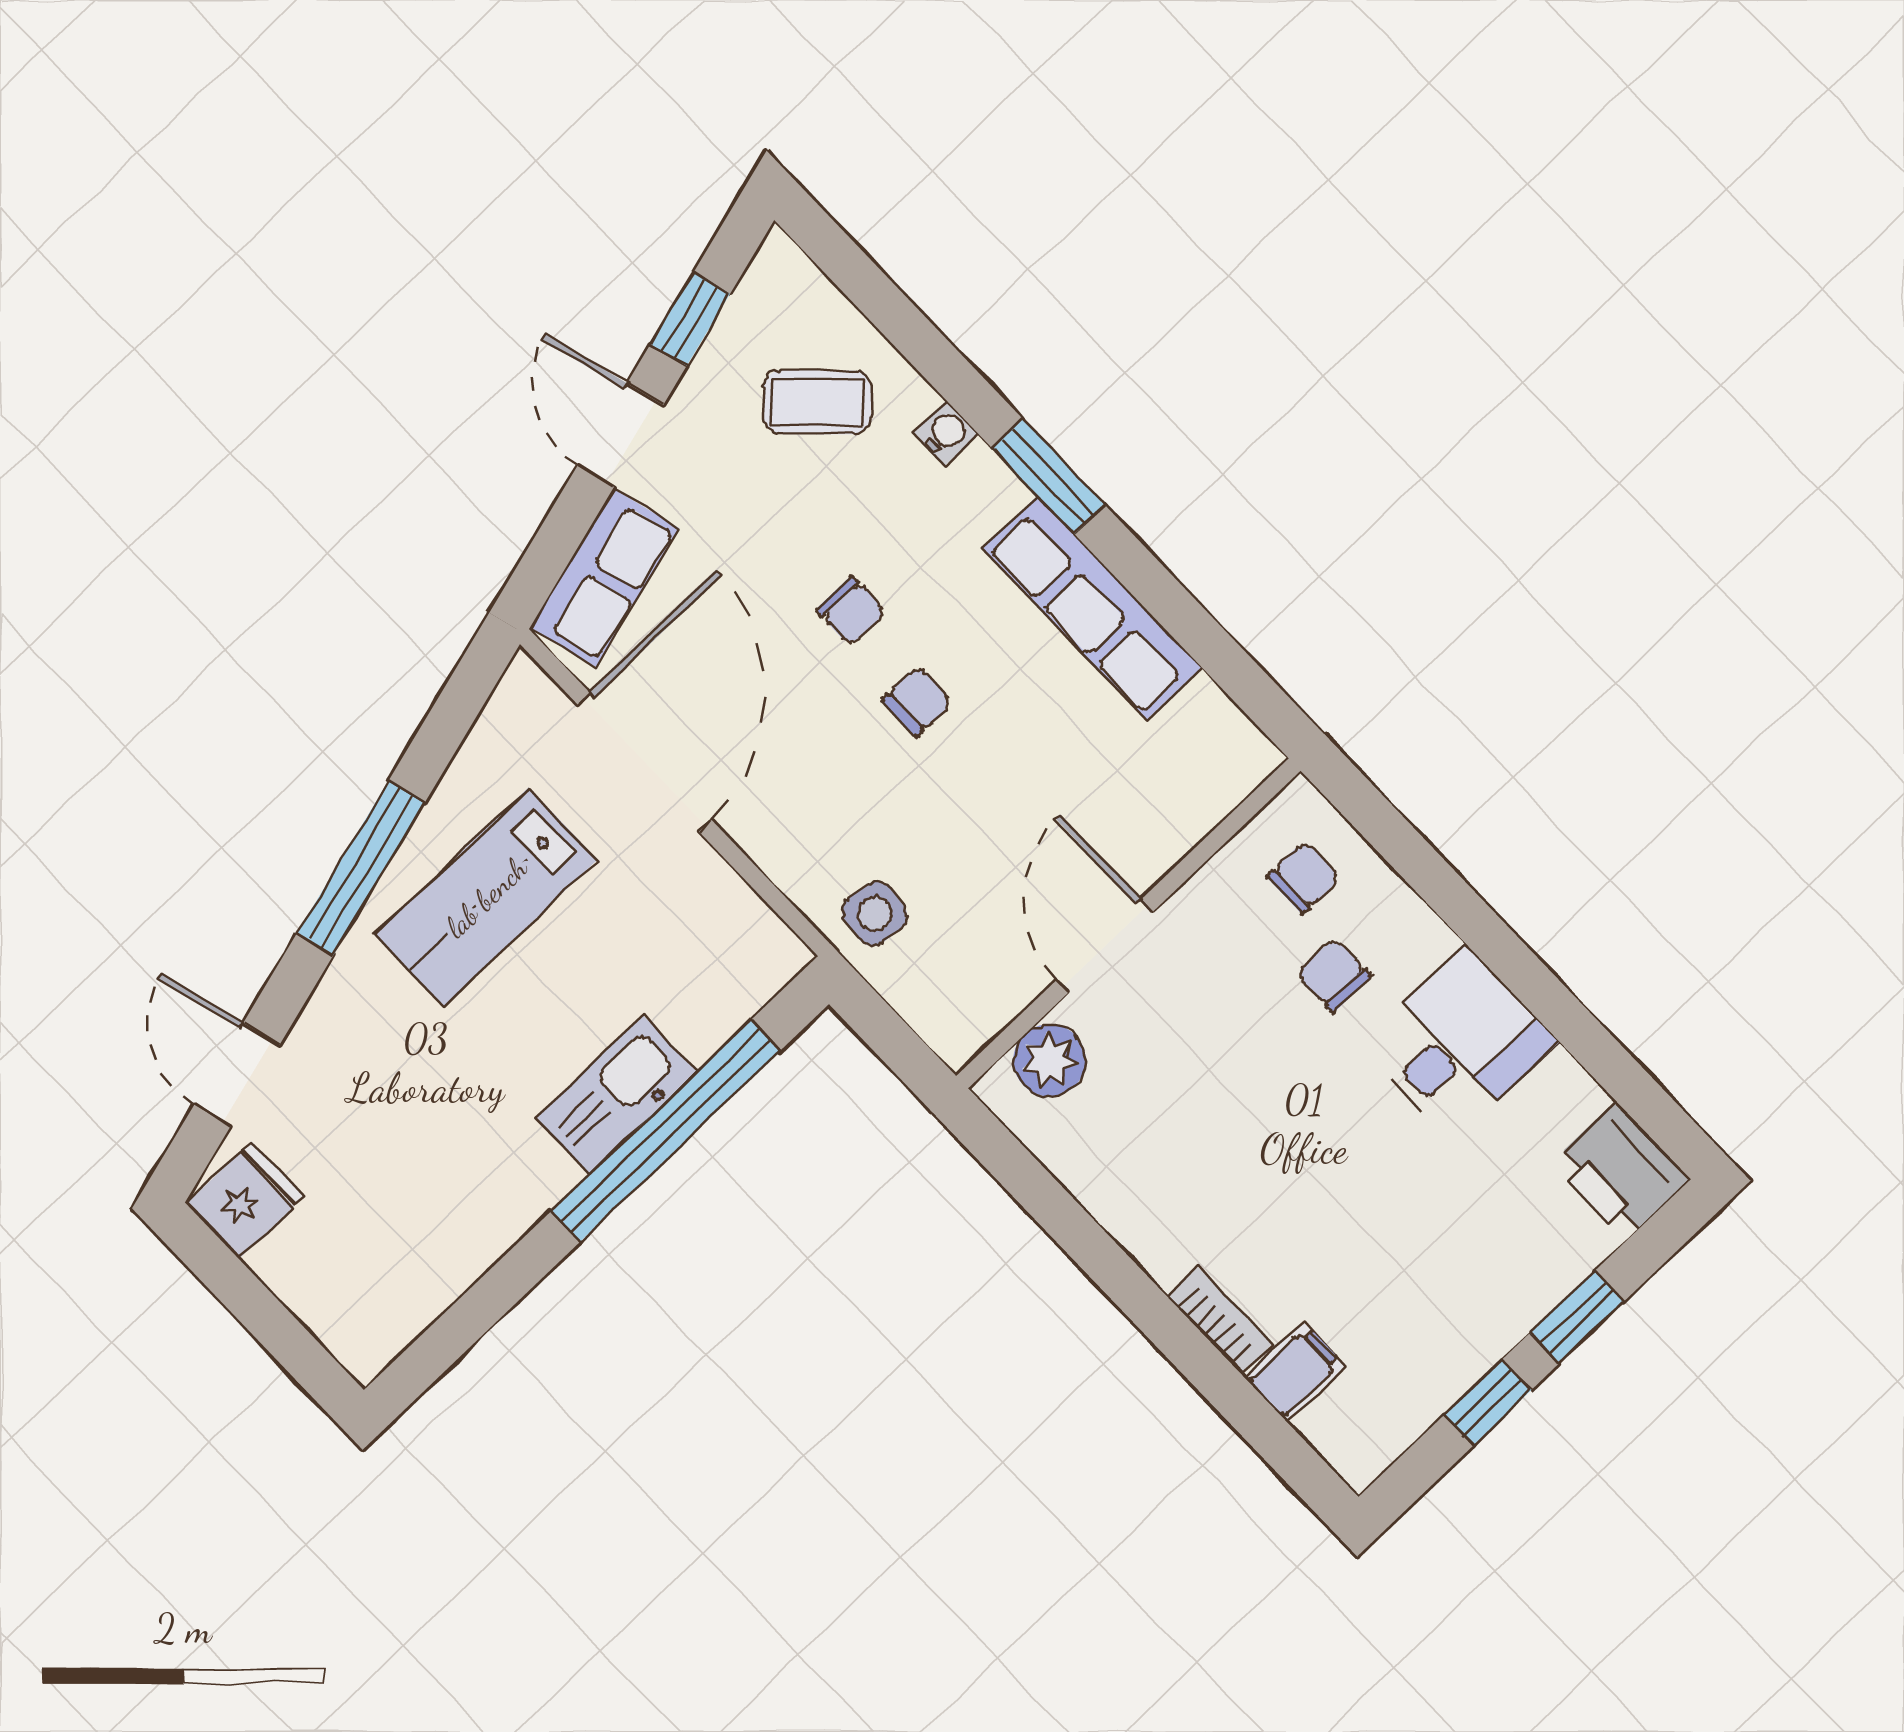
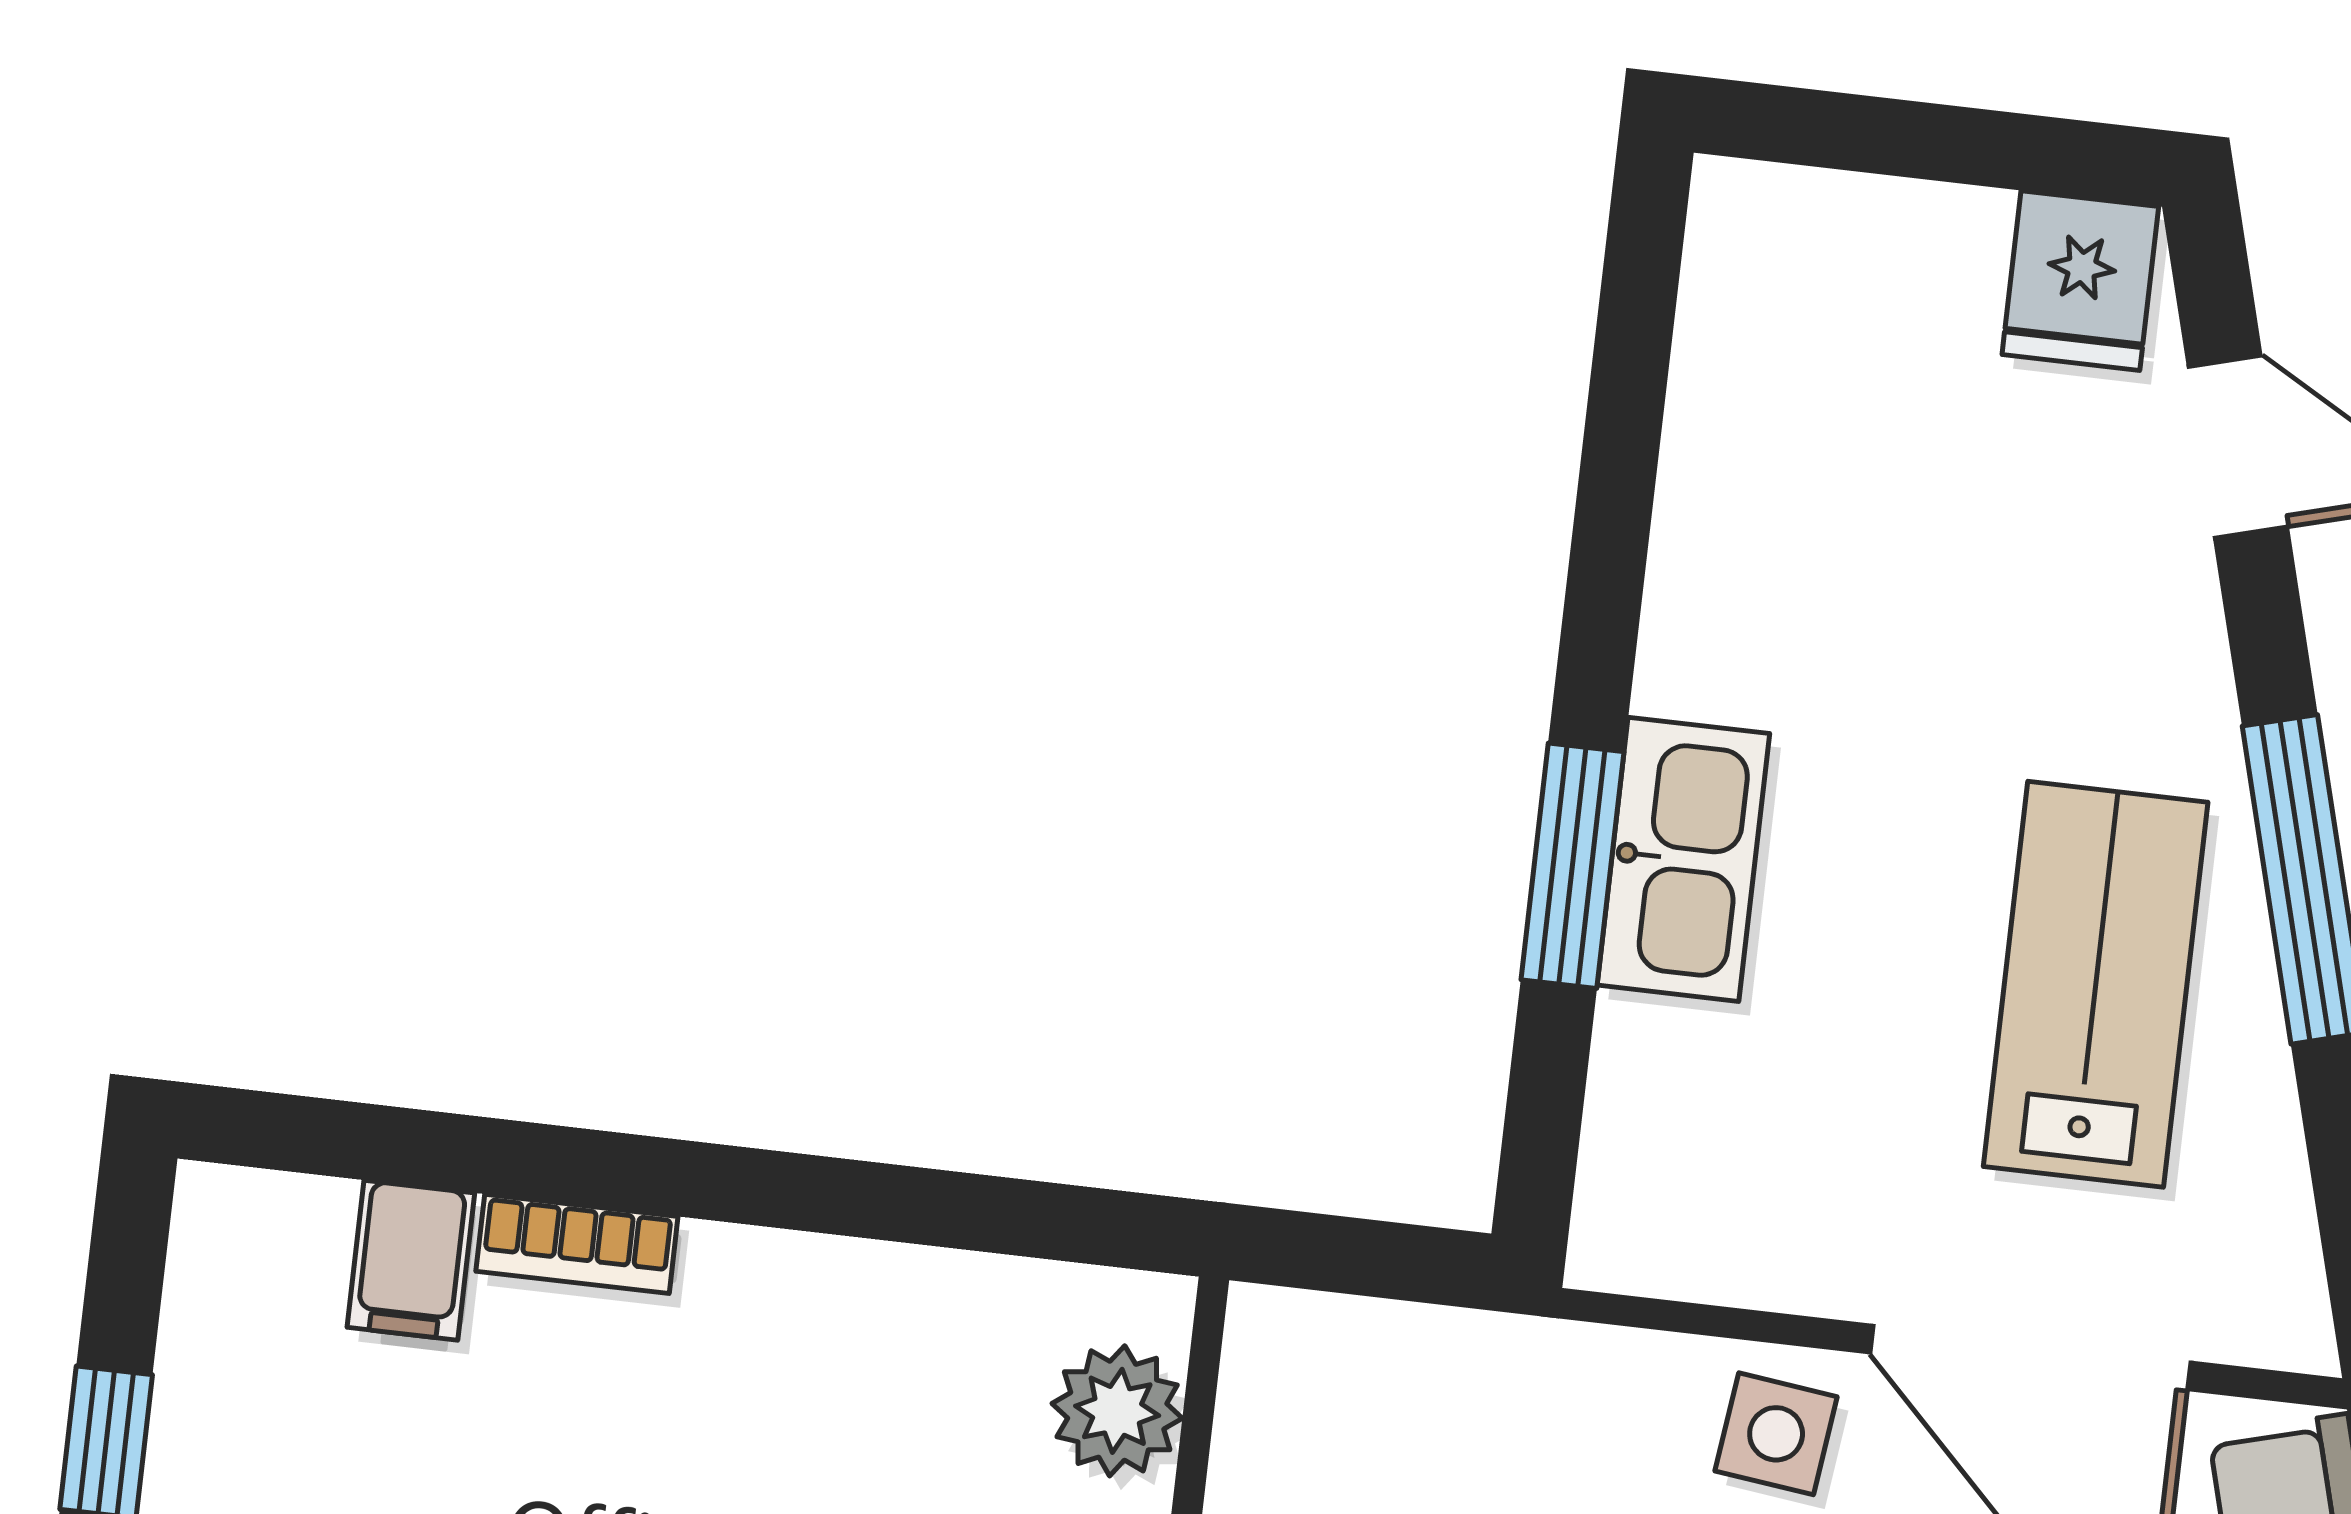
side table: (875, 914) -> (1776, 1434), moved
window: (666, 1131) -> (1572, 866), width x0.47

